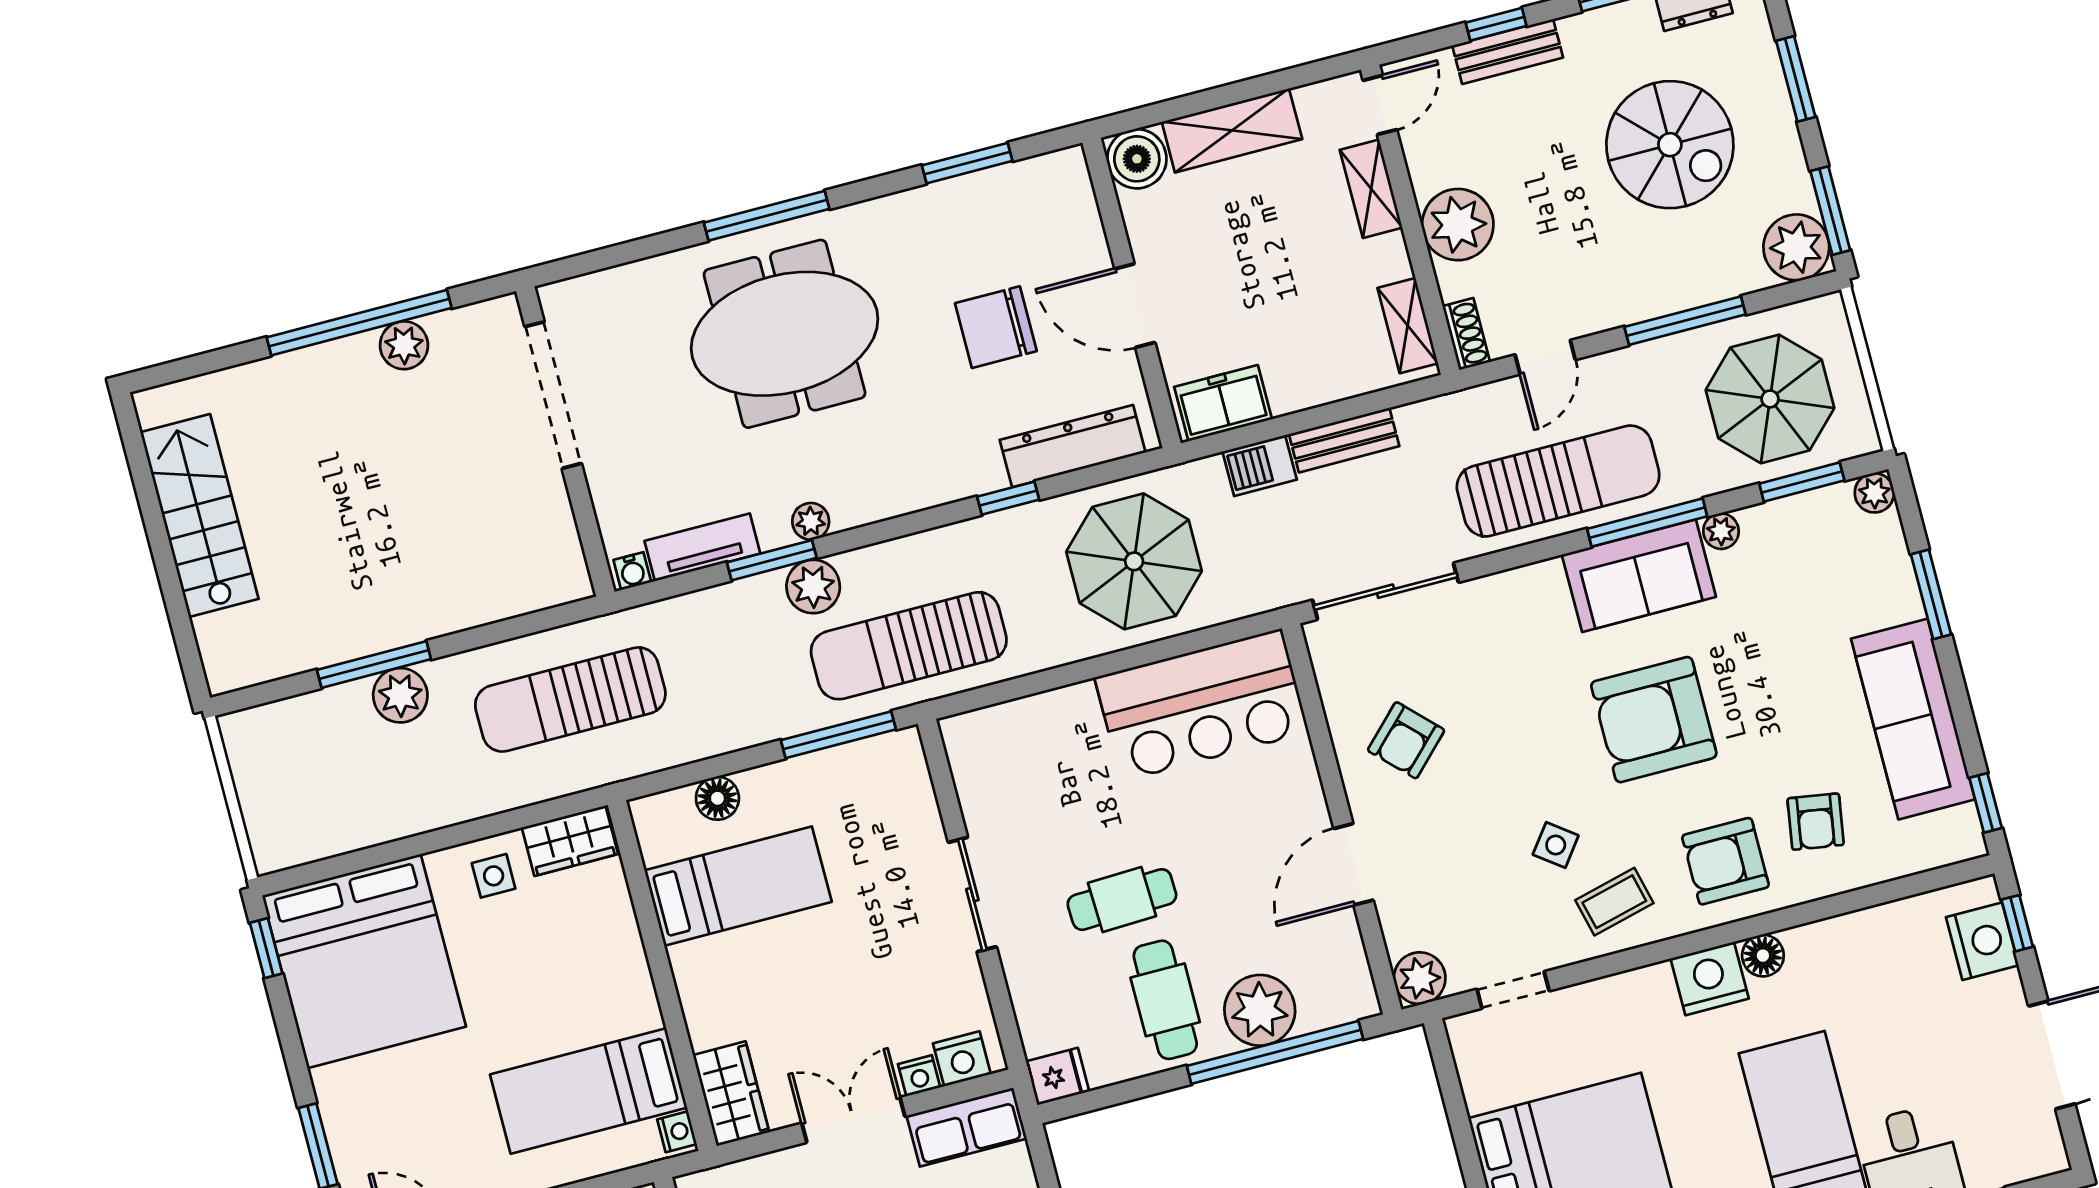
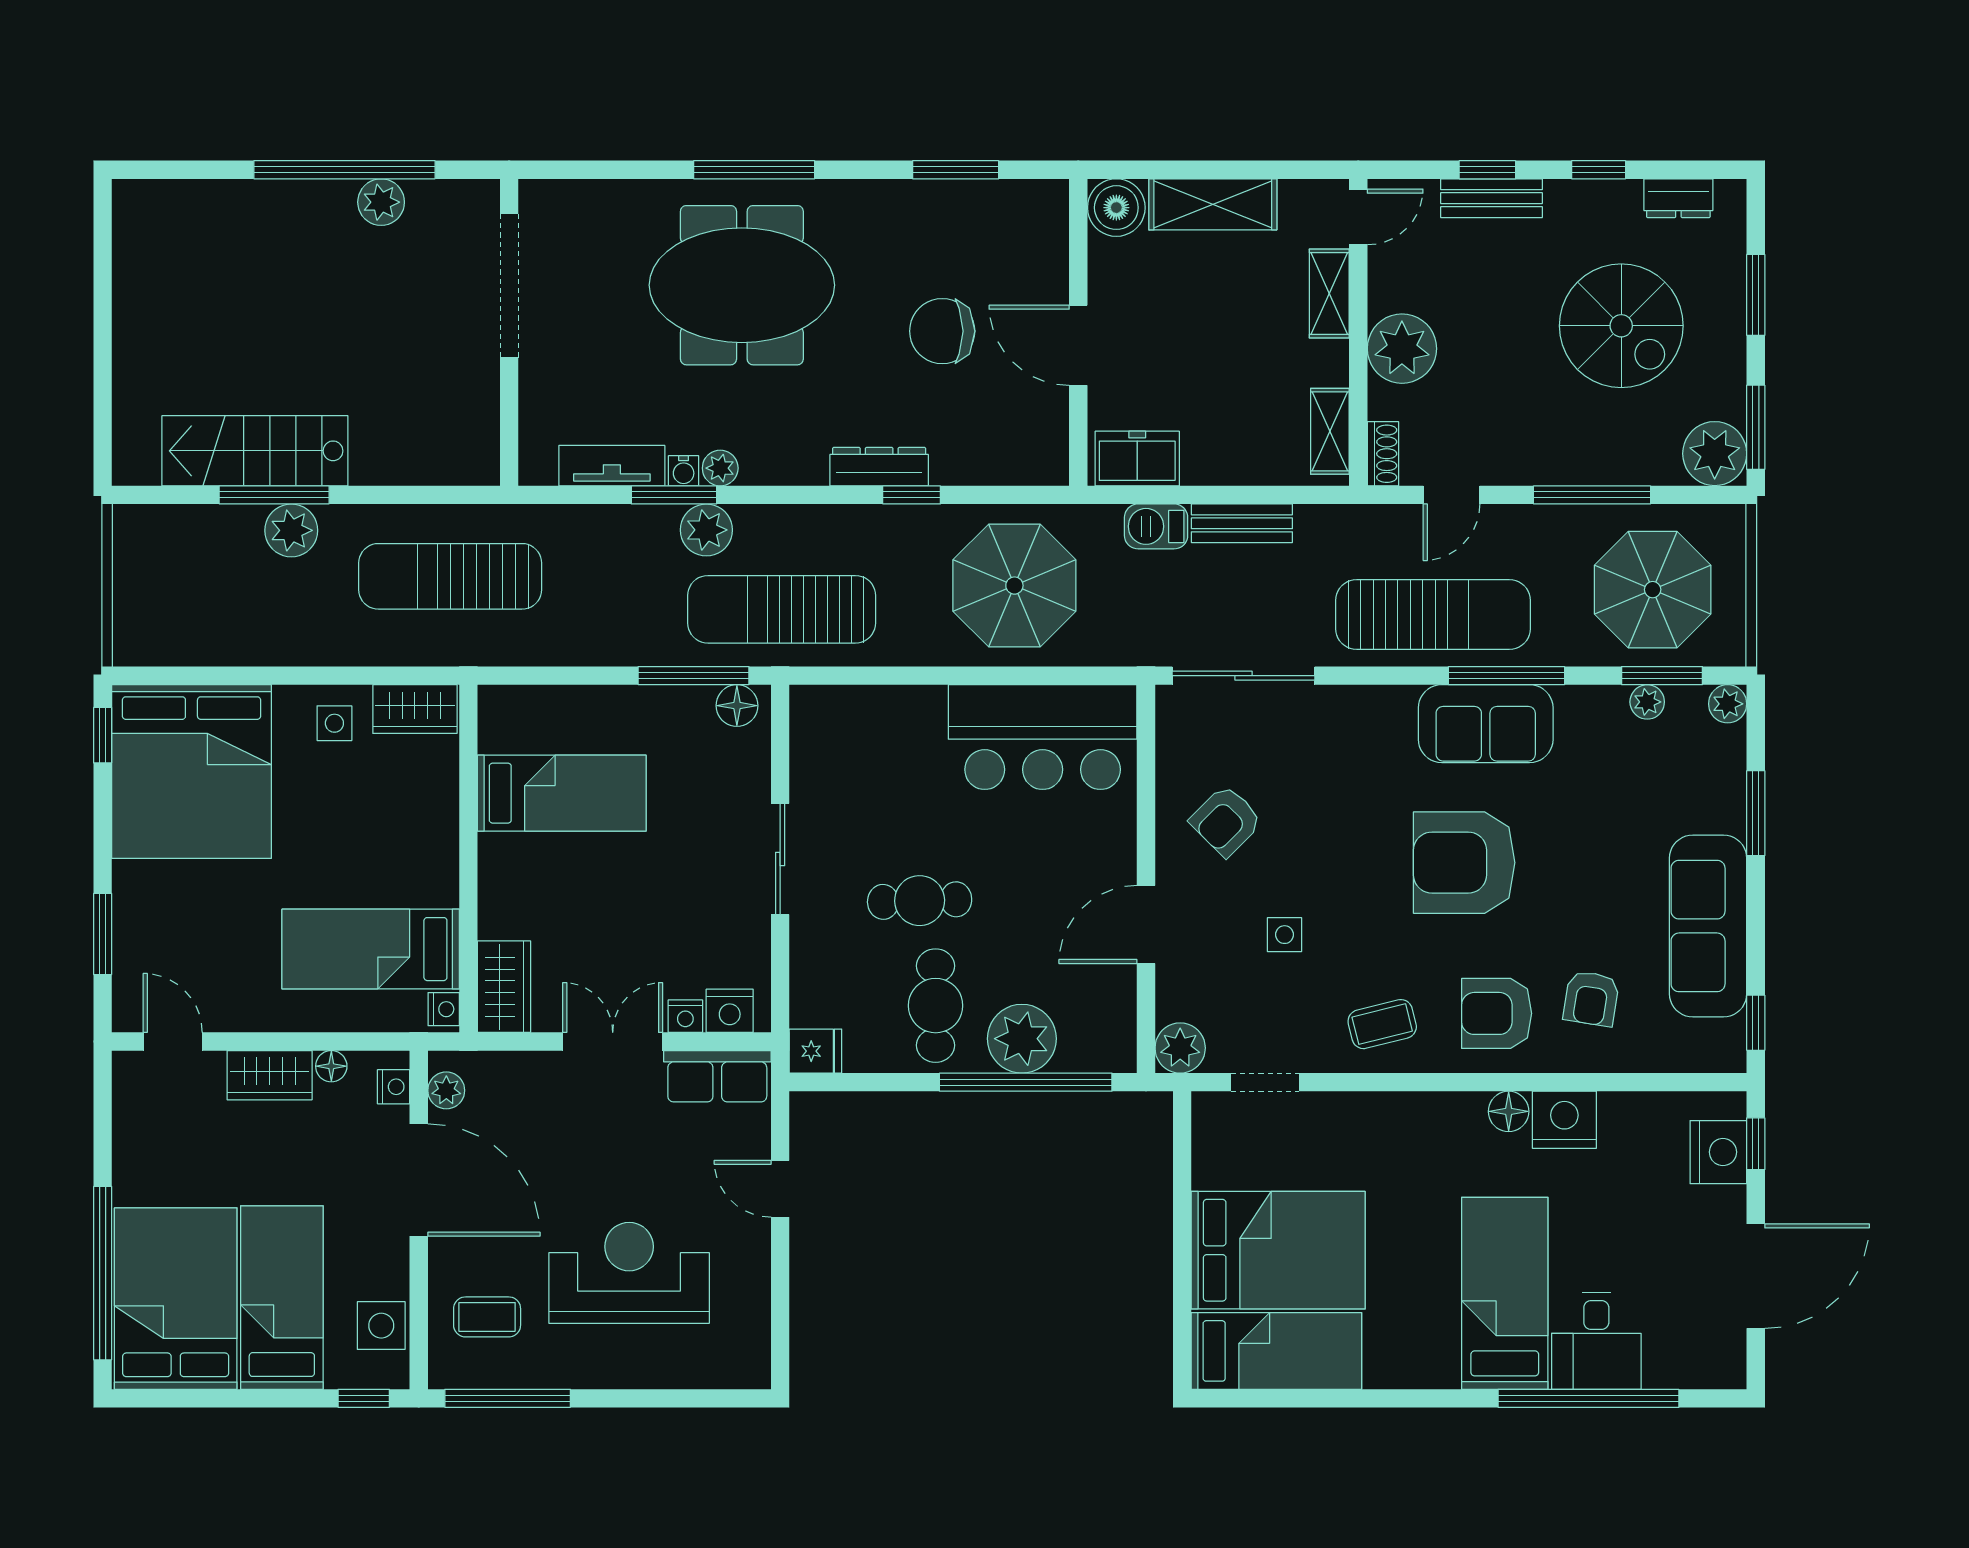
dresser: (1073, 446) -> (879, 467), moved, width x0.73, depth x0.80
stairs: (199, 516) -> (255, 451), moved, turned -90
plant: (1721, 531) -> (1647, 702), moved
water cooler: (632, 571) -> (684, 471), moved
floor lamp: (717, 798) -> (737, 706), moved
side table: (1556, 845) -> (1285, 935), moved, turned -37
nightstand: (1710, 978) -> (1564, 1120), moved

